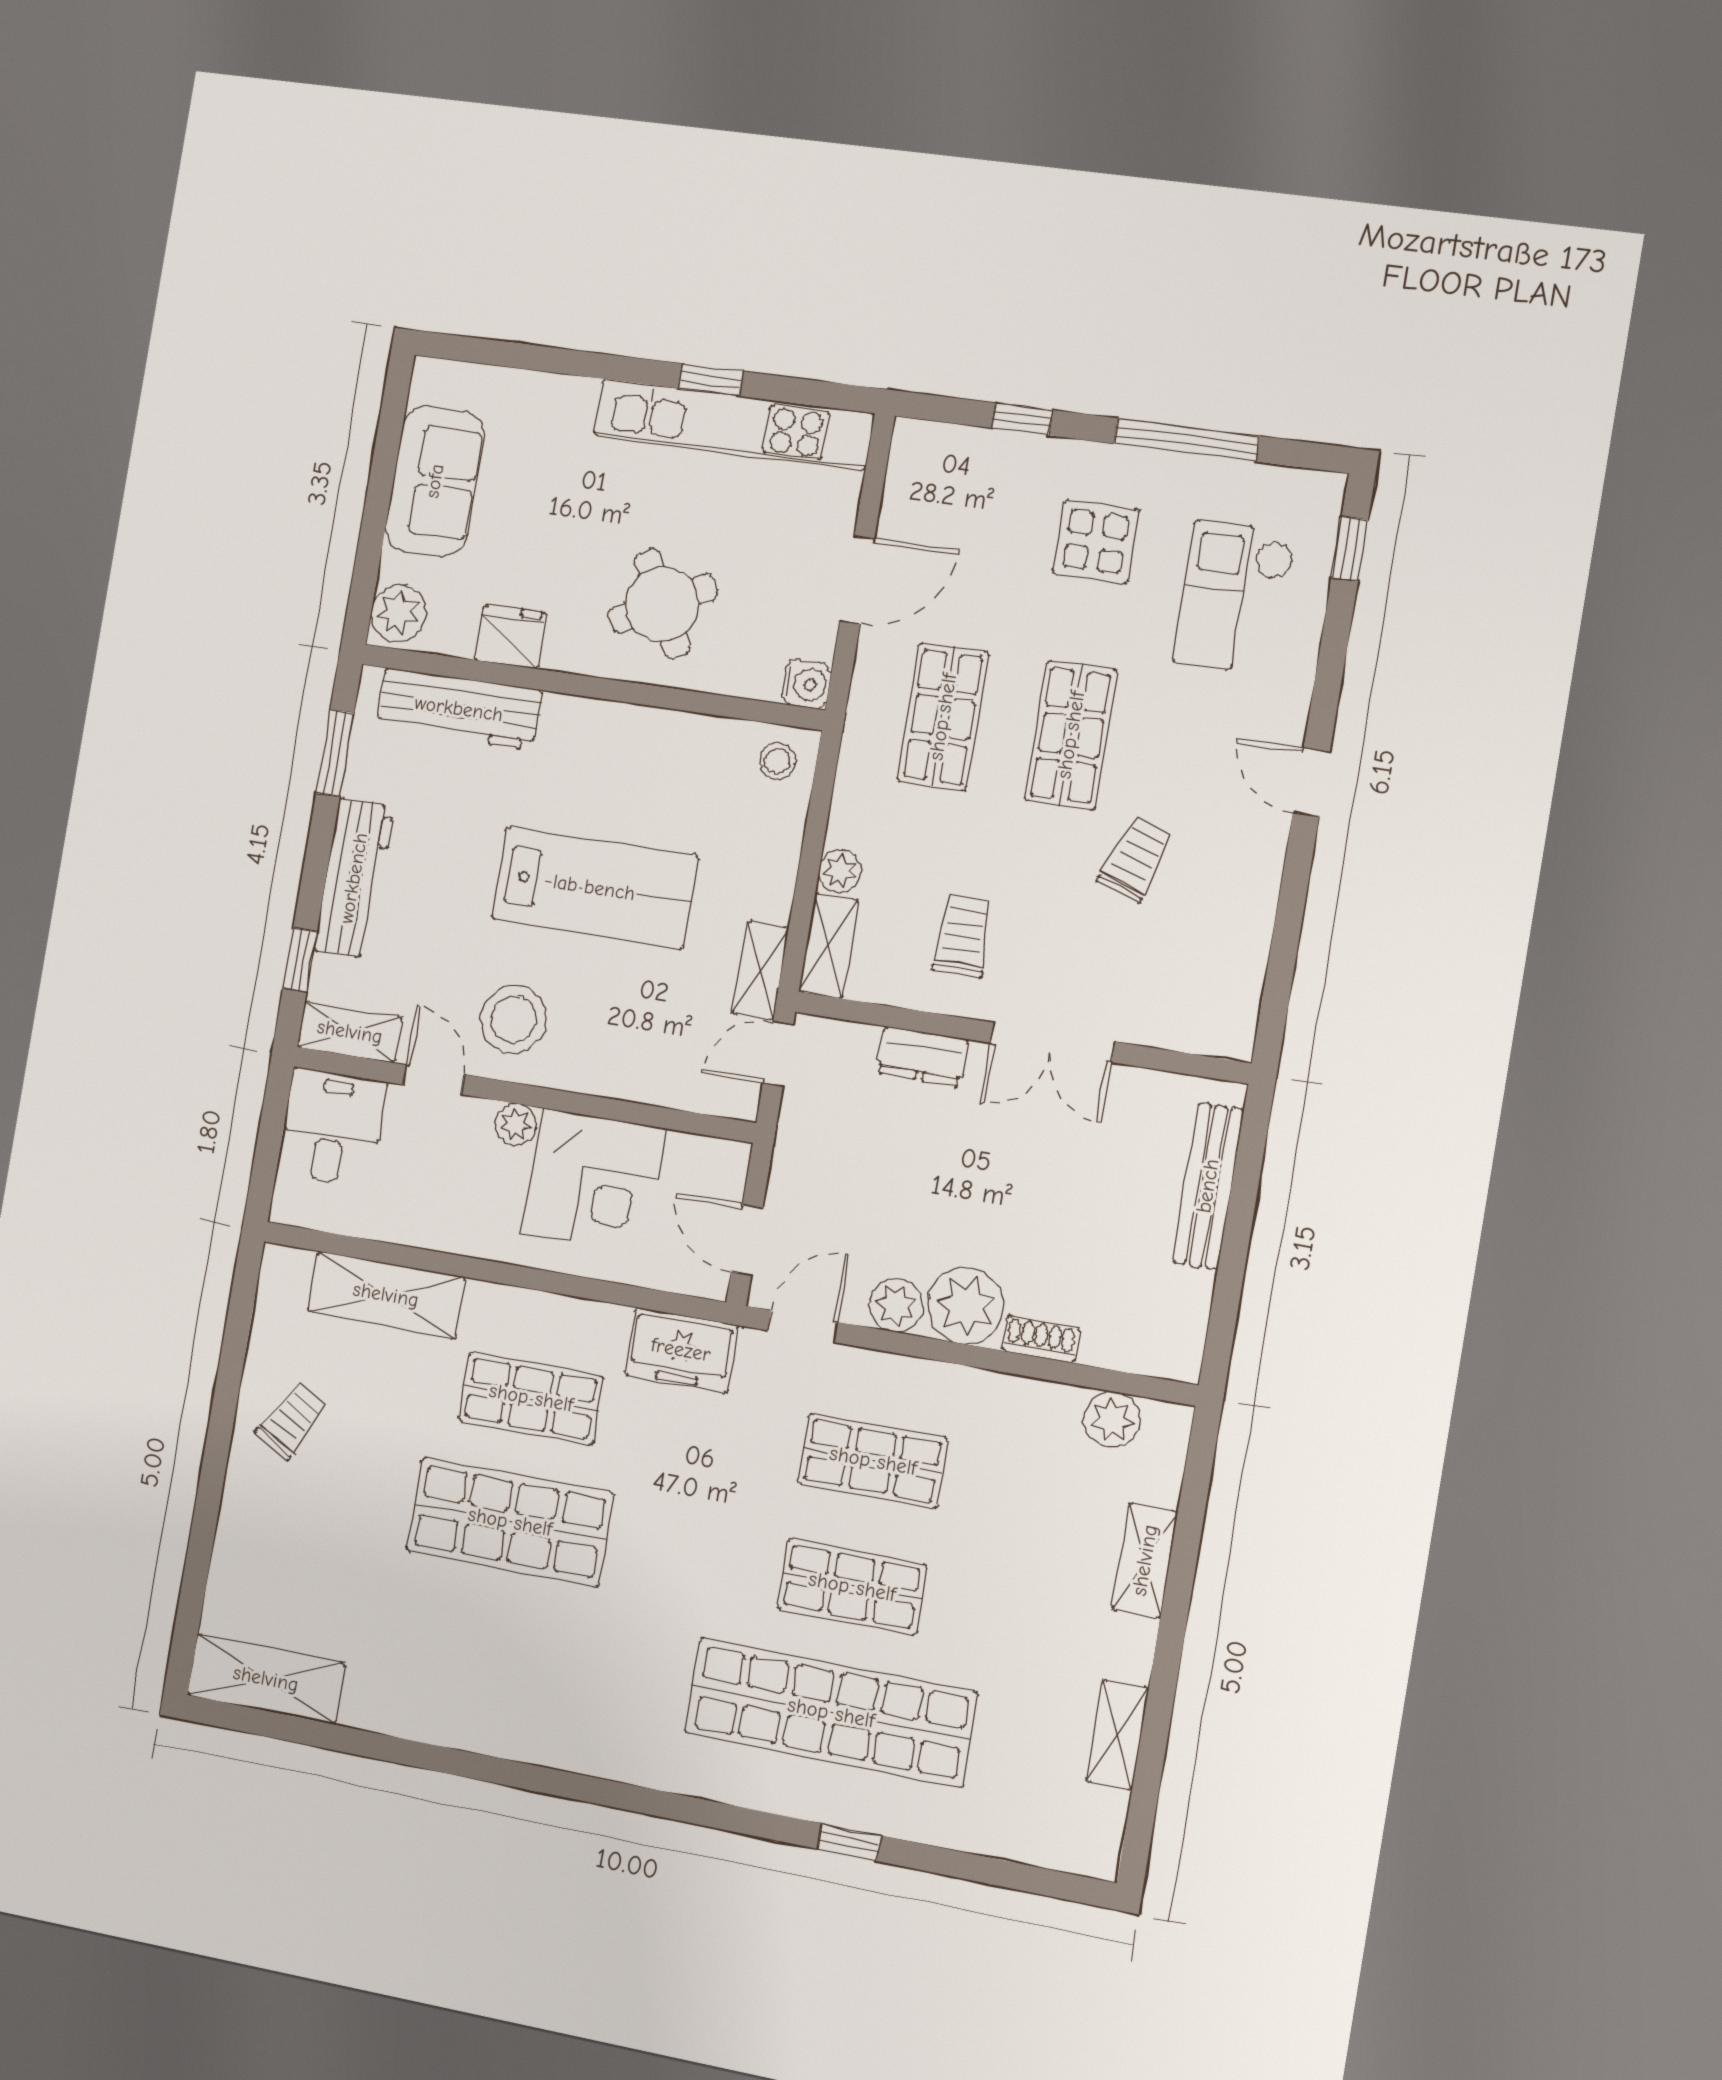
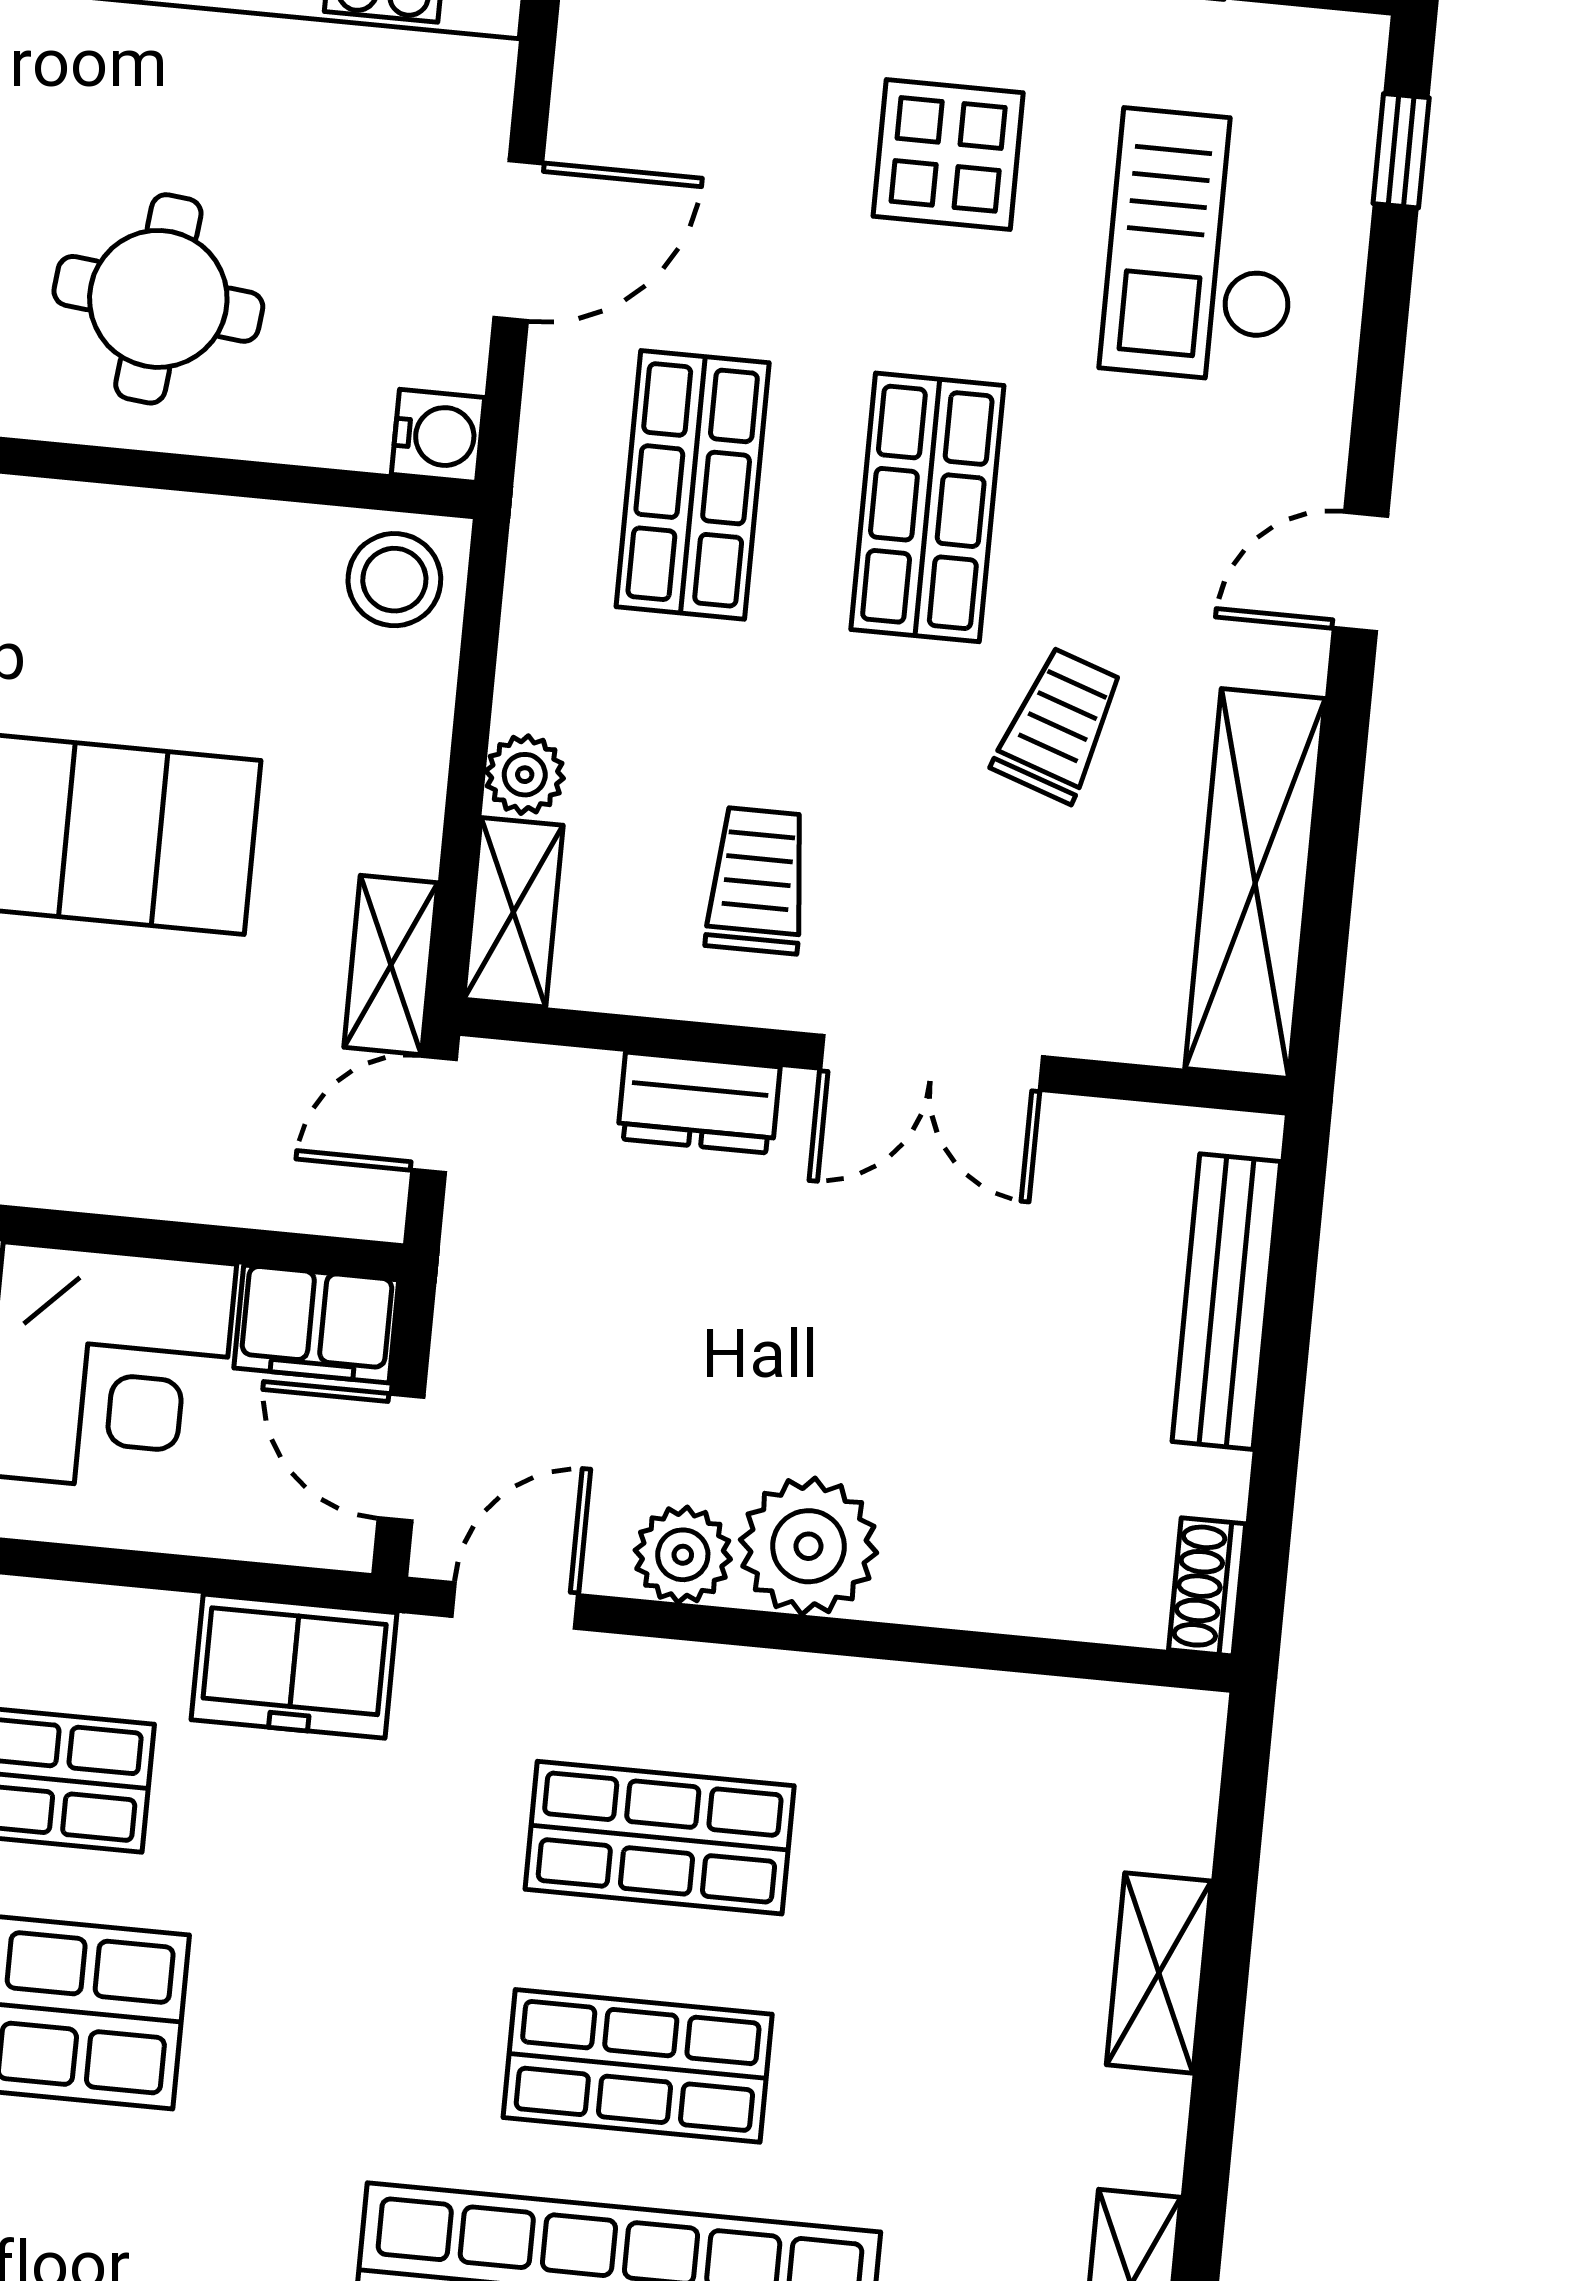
round table: (662, 604) -> (158, 299), turned 34
stool: (777, 761) -> (394, 580), width x1.37, depth x1.37
door: (1311, 782) -> (1360, 572), hinge flipped
shelving: (1240, 953) -> (1255, 884), added
filing cabinet: (706, 1164) -> (316, 1324), added
shoe rack: (1041, 1339) -> (1207, 1587), moved, turned -90
plant: (1112, 1419) -> (1084, 1728), removed

